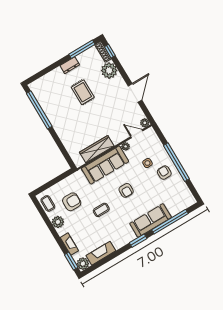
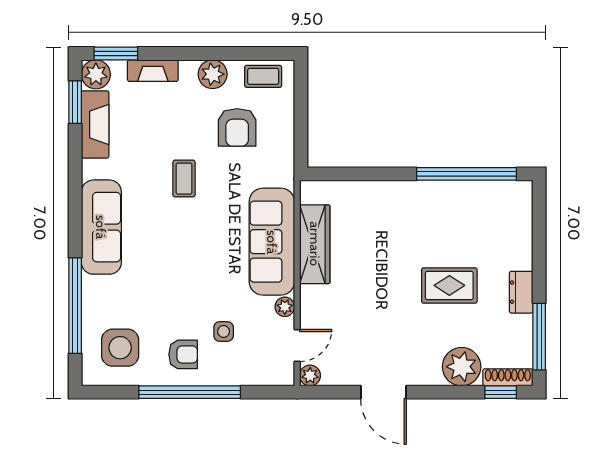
armchair: (126, 190) -> (194, 254), removed
side table: (175, 197) -> (120, 348), added
sofa: (151, 220) -> (101, 227), moved
window: (138, 241) -> (75, 102), moved

